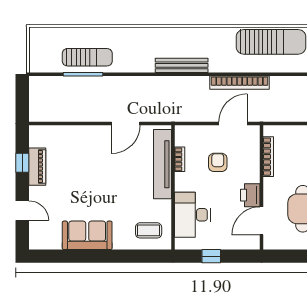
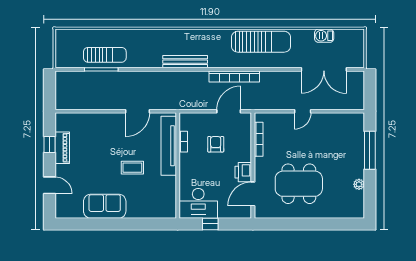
desk: (192, 215) -> (198, 203), moved, turned -90
coffee table: (149, 230) -> (132, 168), moved

